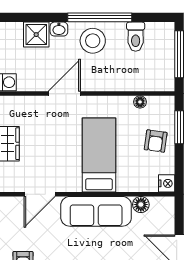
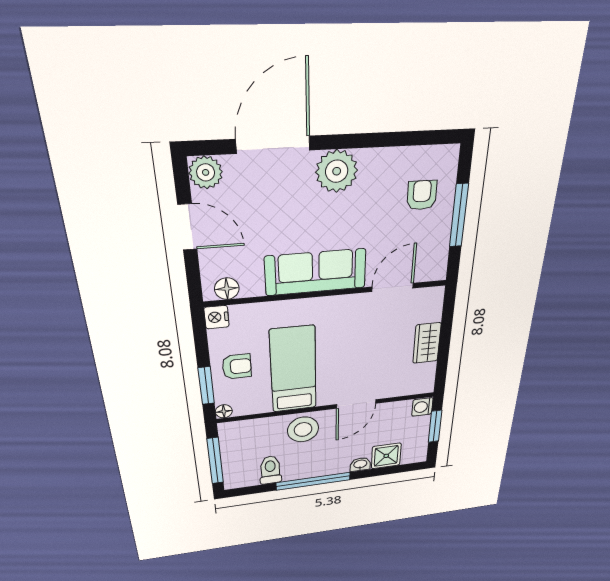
stool: (93, 41) -> (303, 429), moved
floor lamp: (140, 102) -> (224, 411), moved
armchair: (156, 141) -> (237, 367), turned 82
bed: (99, 155) -> (293, 370), moved, turned 180
floor lamp: (141, 205) -> (227, 289), moved

